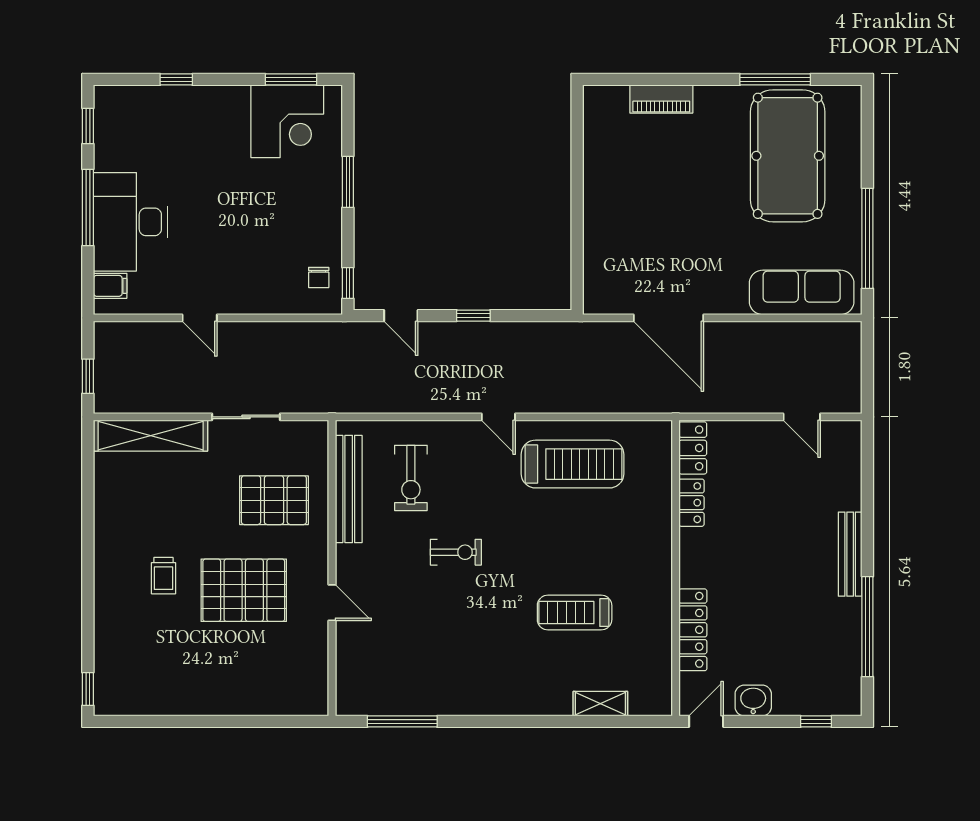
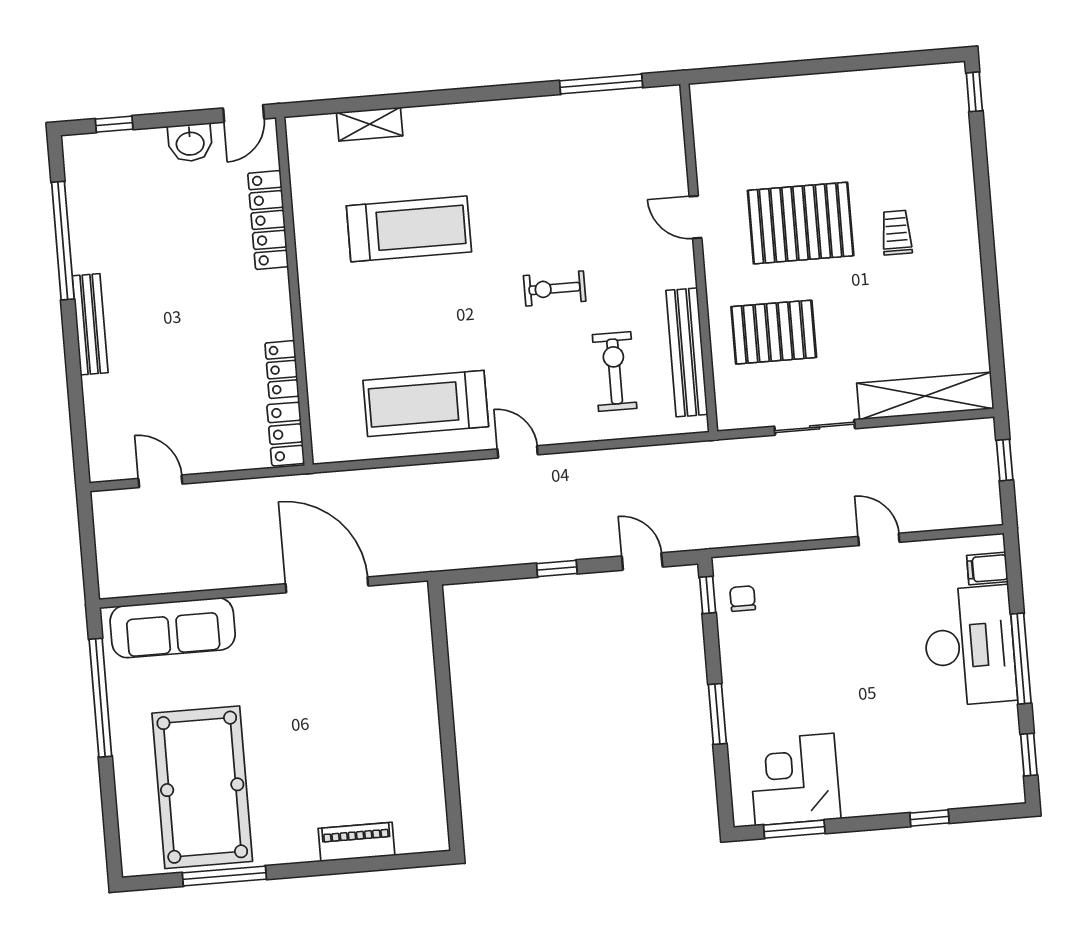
treadmill: (575, 613) -> (409, 229), width x1.37, depth x1.38

